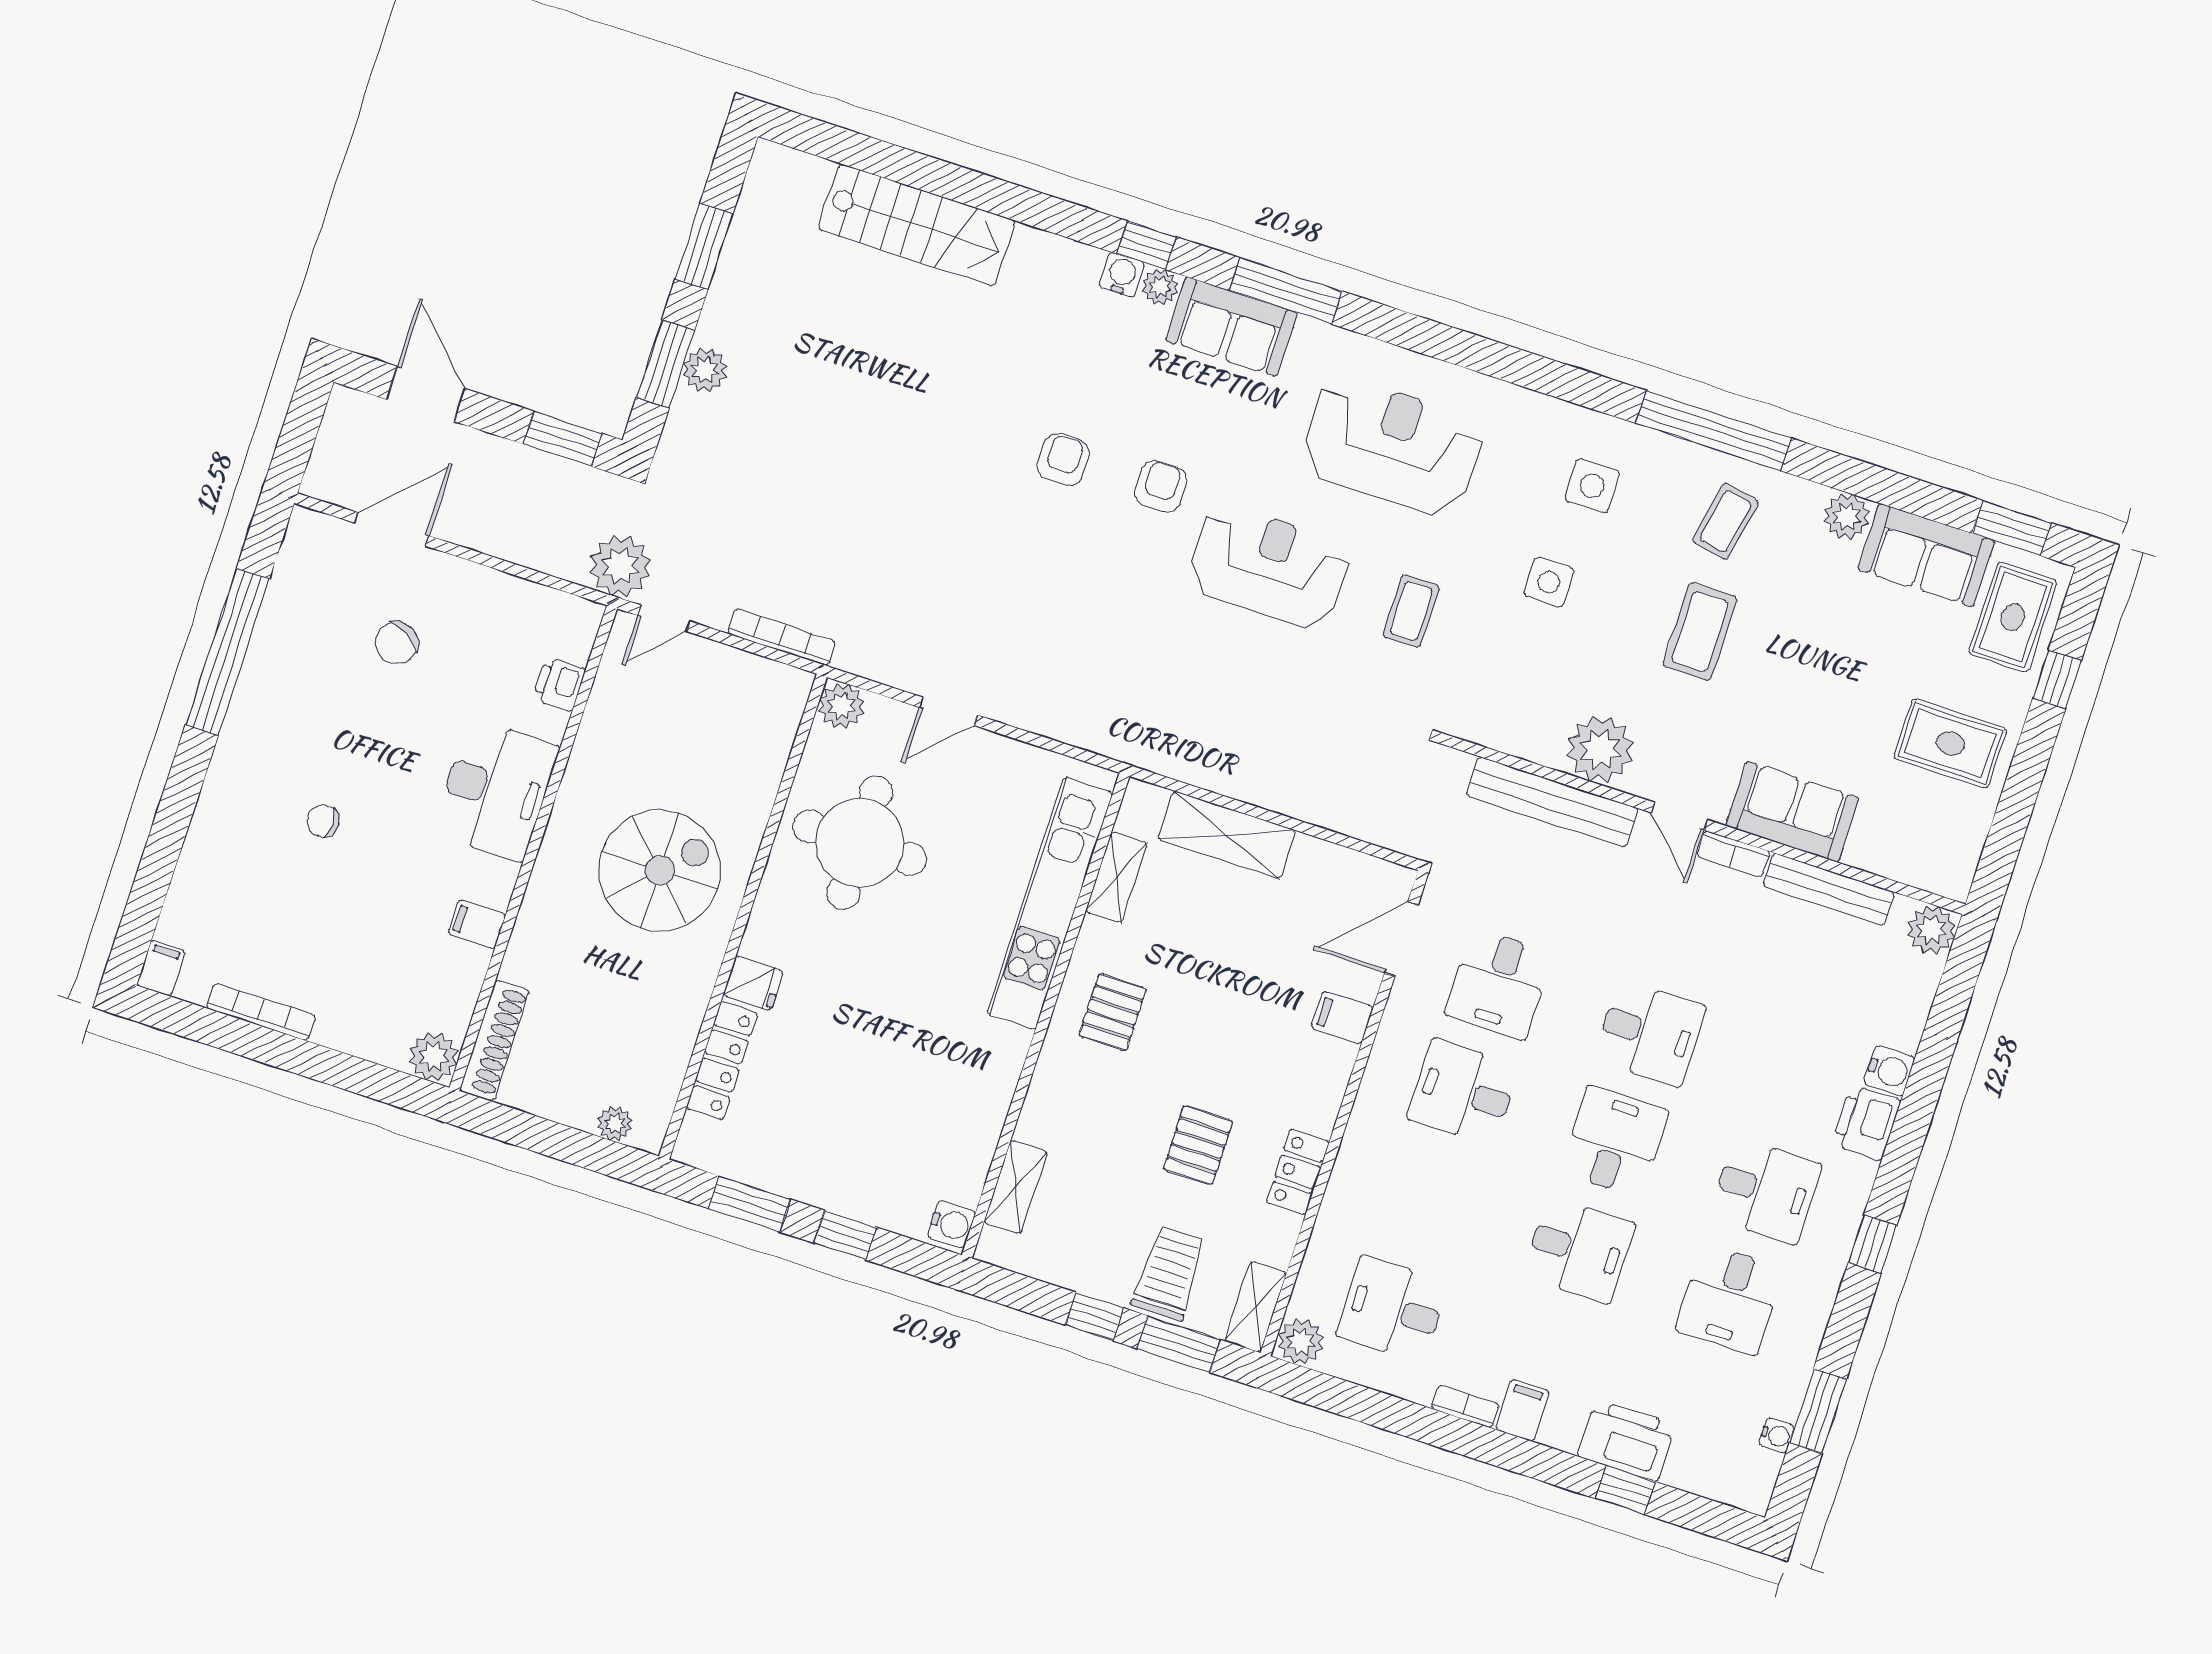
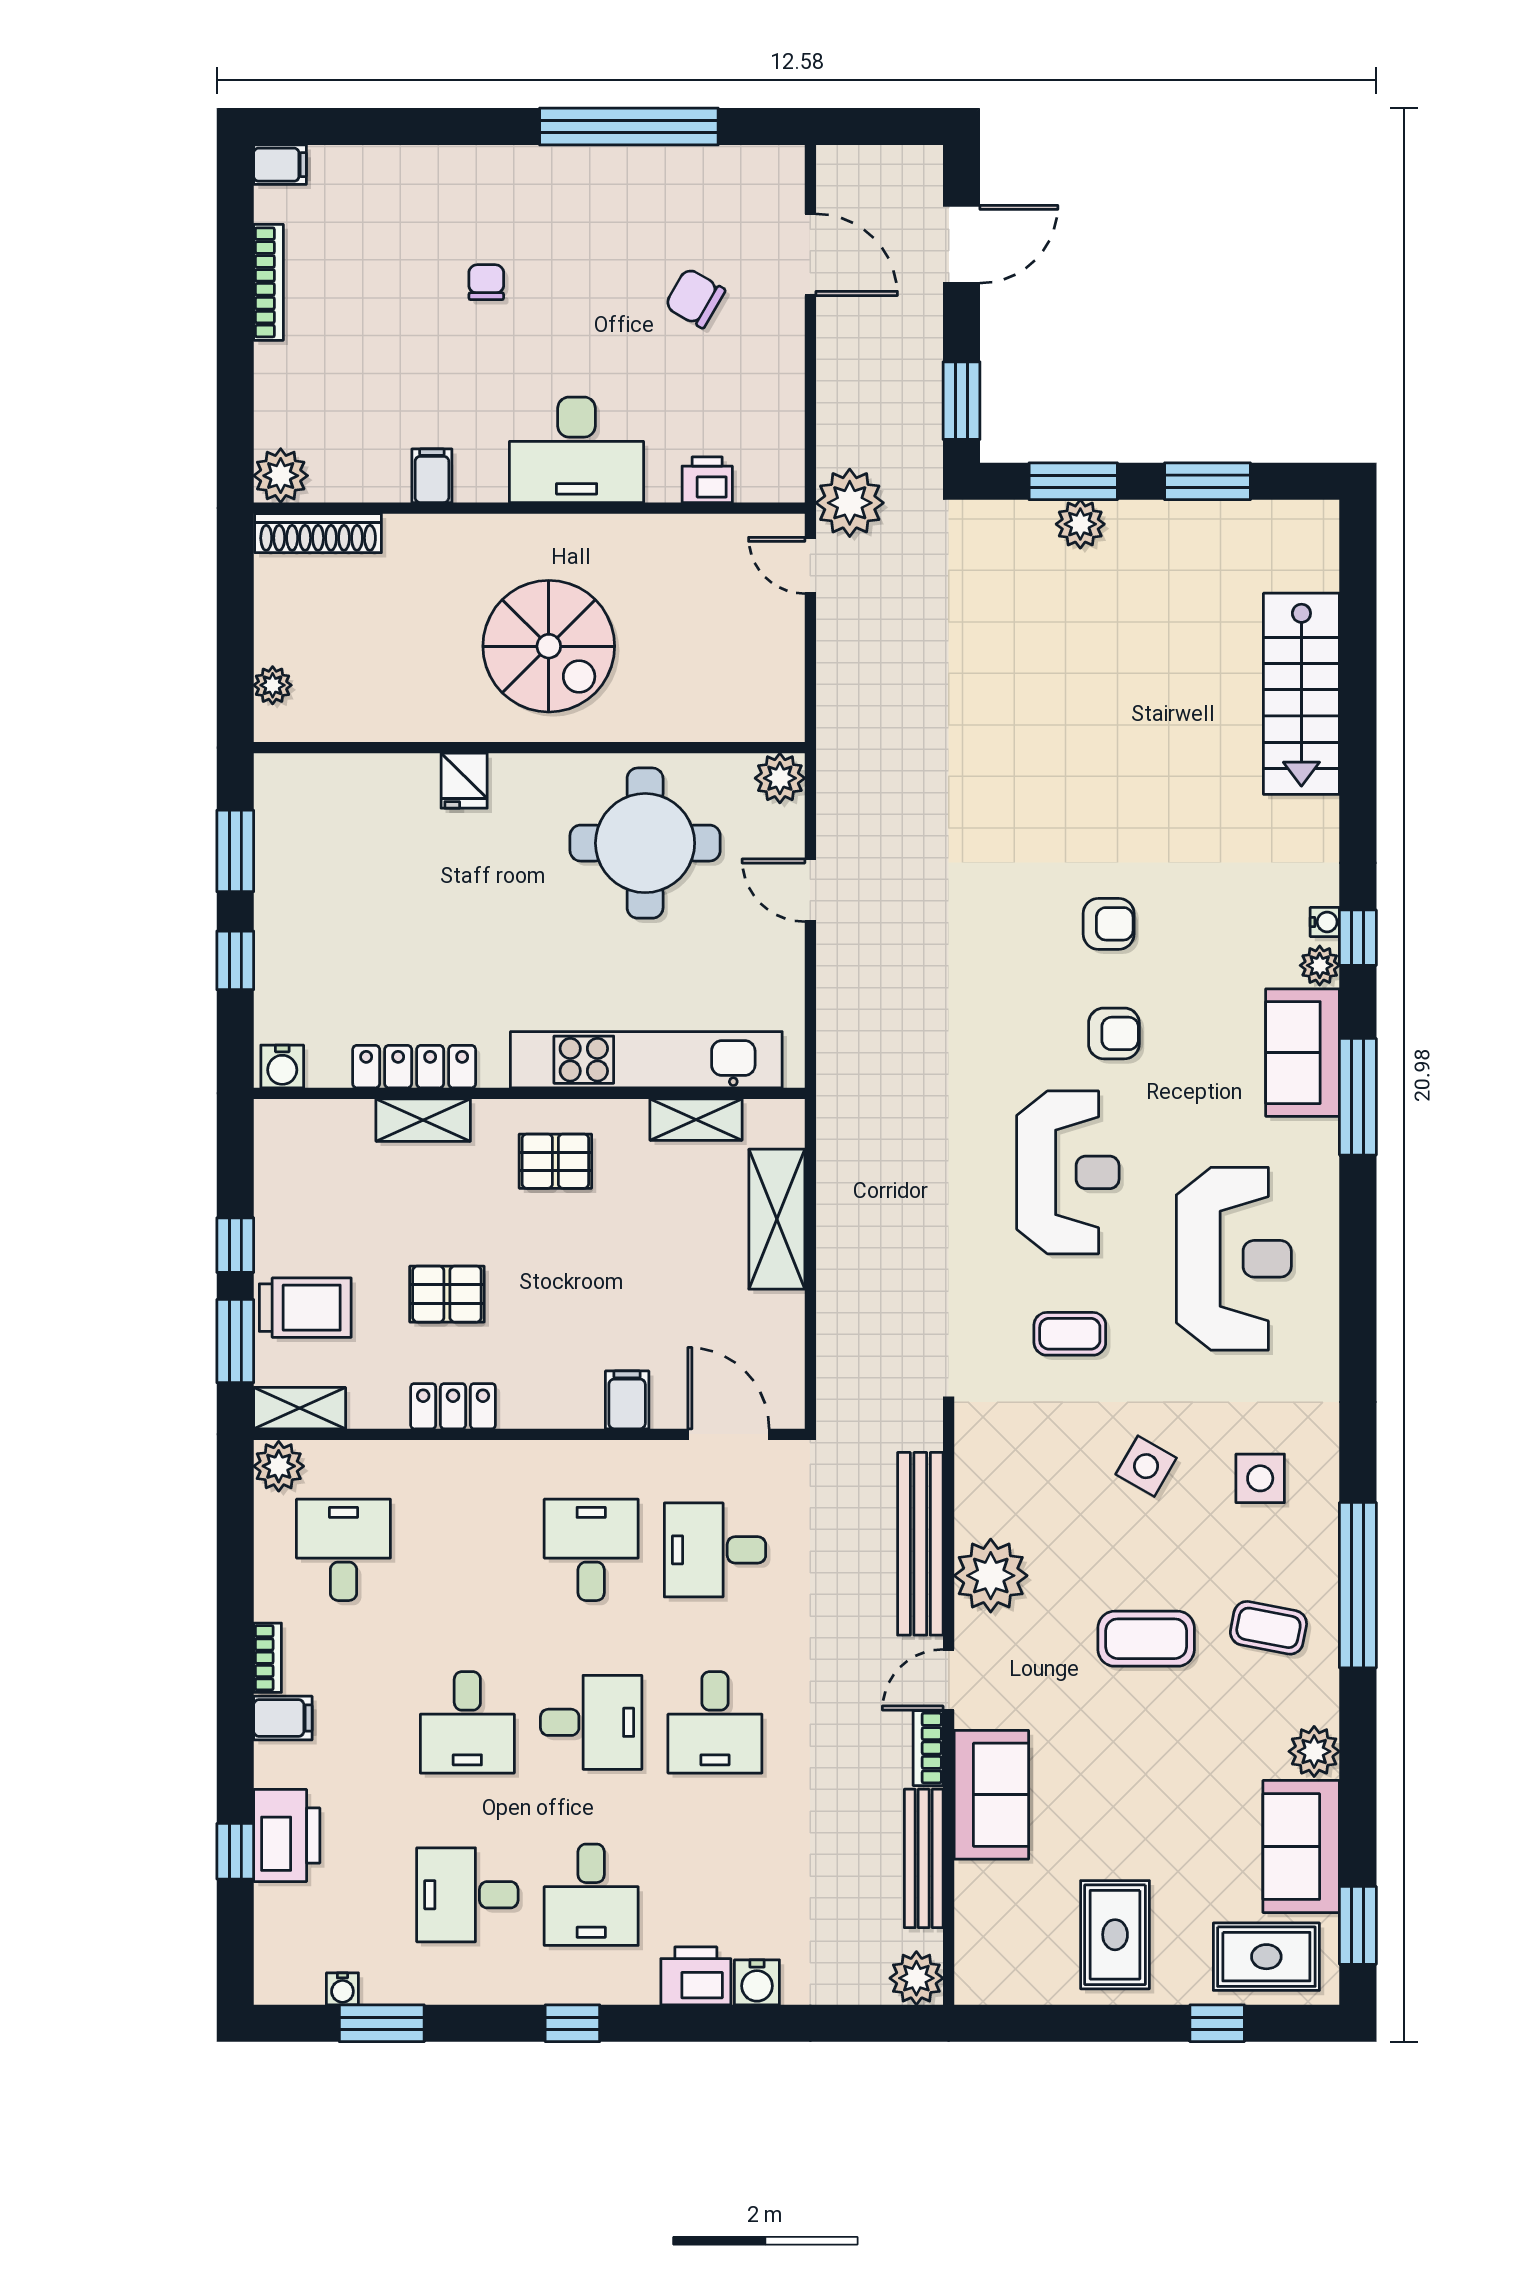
water cooler: (1122, 275) -> (1325, 922), width x0.72, depth x0.72
side table: (1549, 582) -> (1146, 1466), turned 30
bookcase: (782, 637) -> (831, 693), removed
locker: (722, 1061) -> (414, 1067), moved, turned 180
shelving: (1016, 1187) -> (423, 1120), moved

